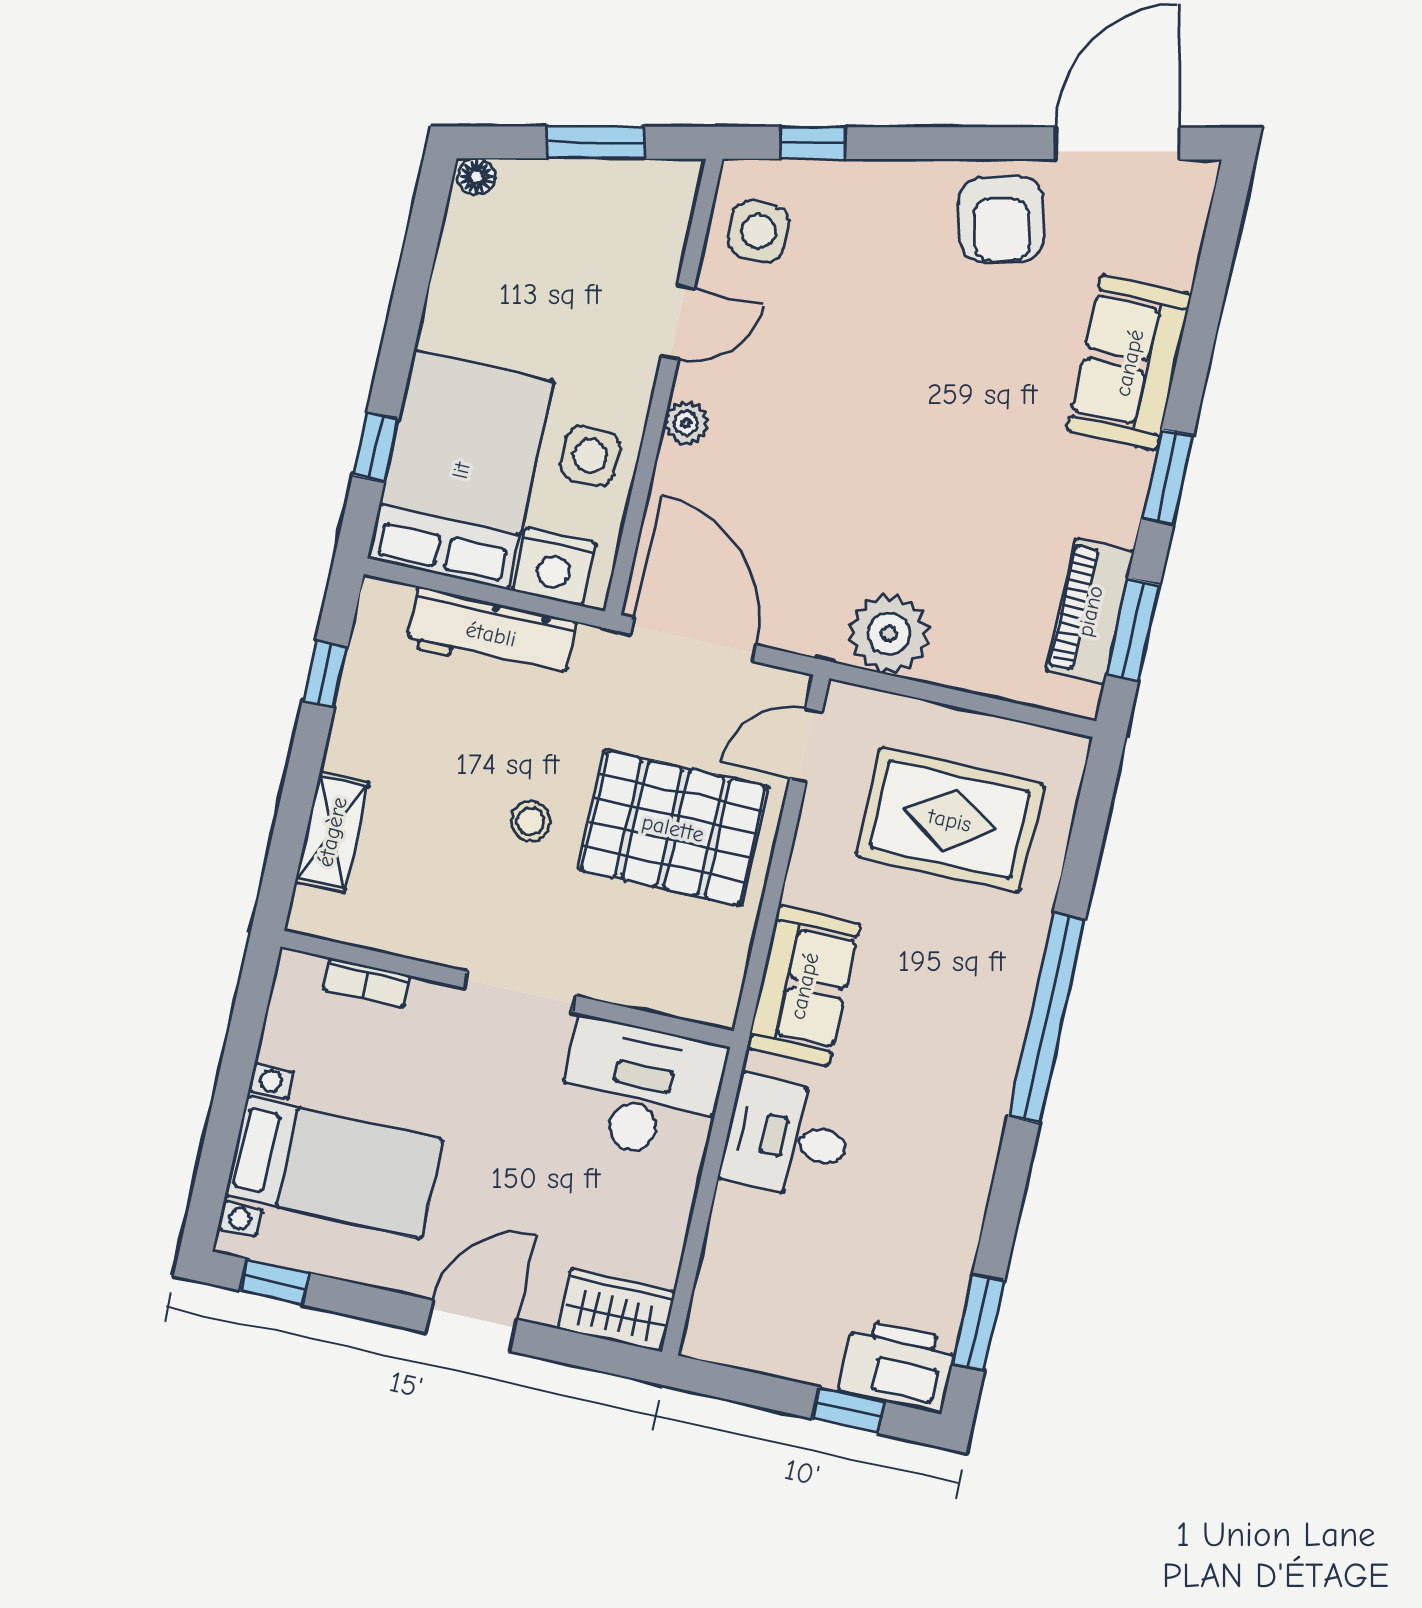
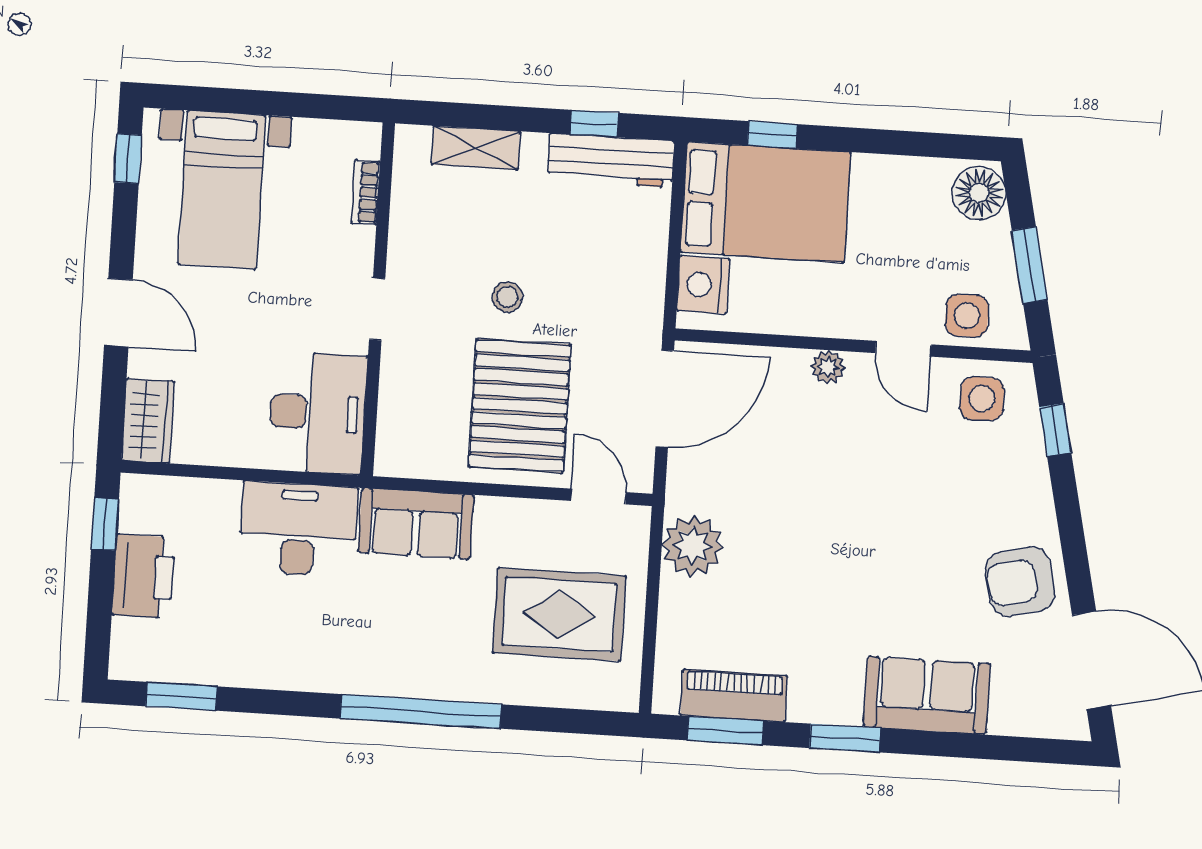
floor lamp: (477, 177) -> (979, 193), width x1.89, depth x1.89
side table: (590, 456) -> (967, 316), moved
workbench: (491, 634) -> (611, 160), moved, turned -90
rug: (950, 820) -> (559, 614), turned 90
doorway: (520, 992) -> (377, 309), width x0.73
desk: (787, 1138) -> (298, 529), width x1.37
printer: (898, 1366) -> (143, 576), moved
window: (849, 1410) -> (105, 524), moved

